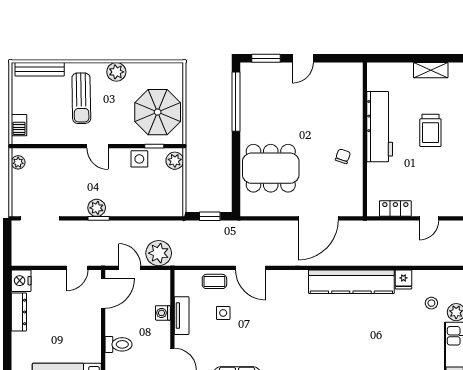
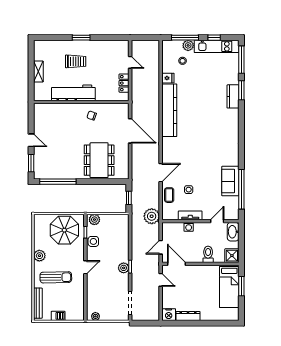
shelving: (431, 70) -> (38, 71), moved
barbecue: (19, 125) -> (58, 316), moved
plant: (159, 253) -> (152, 216), moved

